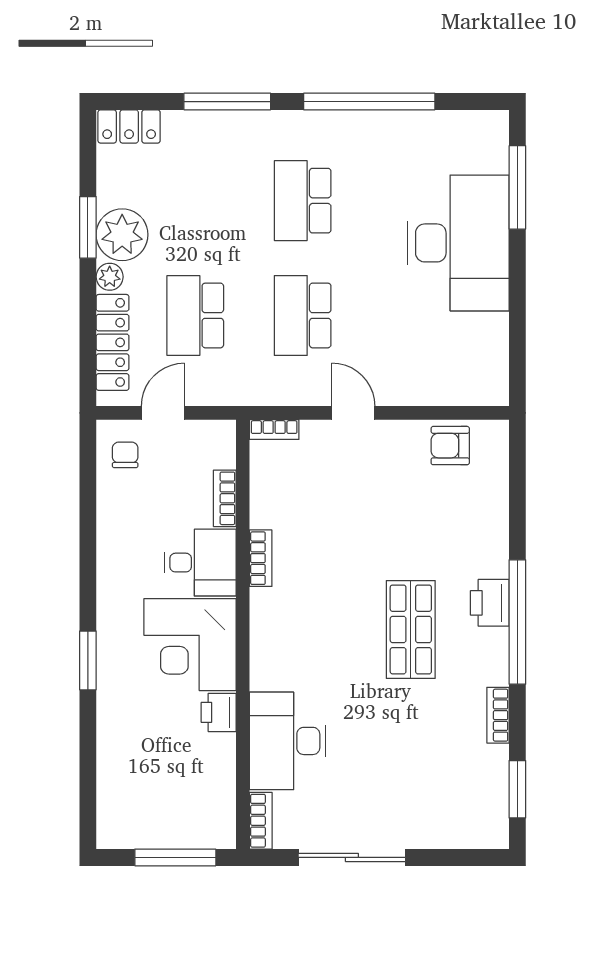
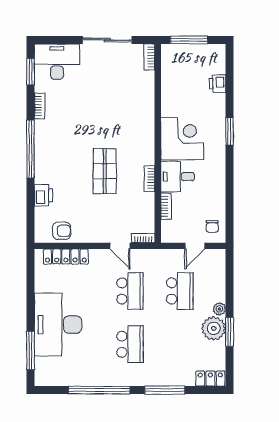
locker: (113, 342) -> (66, 257), moved, turned -90
door: (353, 413) -> (120, 246), moved
printer: (490, 603) -> (43, 195), moved
shop shelf: (411, 629) -> (105, 171), moved
printer: (219, 712) -> (218, 84), moved, turned 180
desk: (288, 741) -> (57, 62), moved, turned -90

